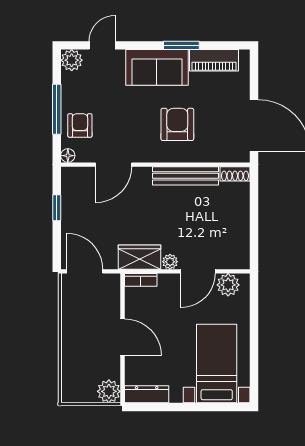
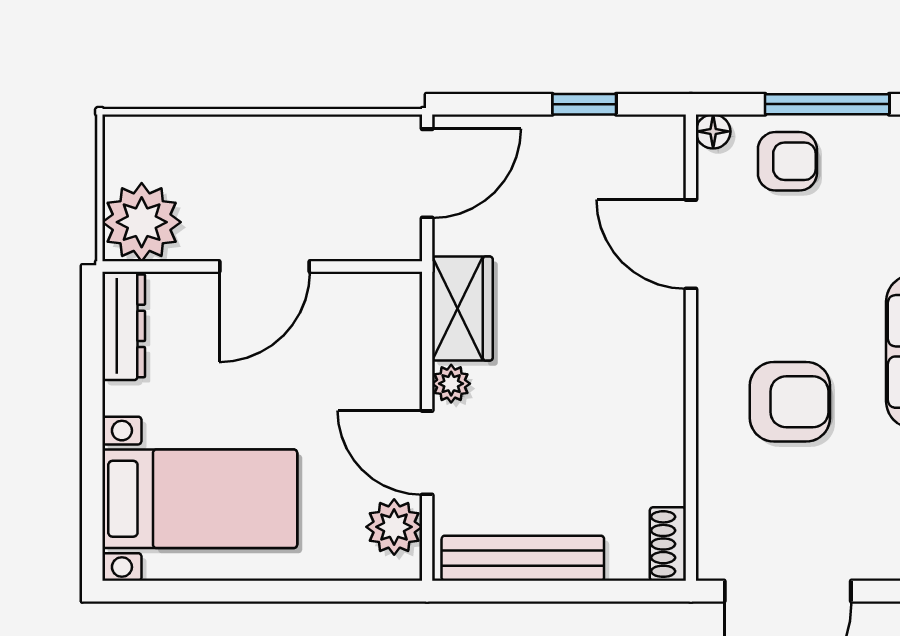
bench: (186, 176) -> (523, 558), moved, turned 90
bookcase: (141, 280) -> (406, 311), removed
plant: (109, 391) -> (142, 222), width x1.36, depth x1.36

